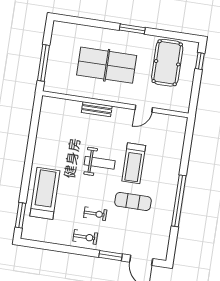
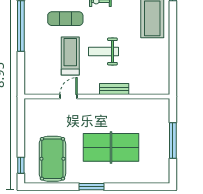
wall: (115, 104) -> (97, 96), moved
bench: (97, 109) -> (114, 89), moved
door: (144, 109) -> (69, 96), moved

